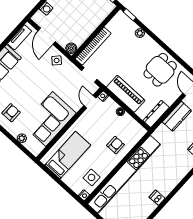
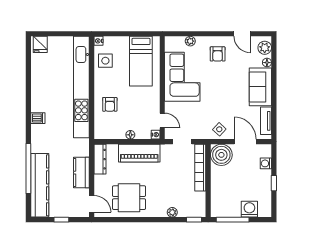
boiler: (71, 48) -> (221, 155), width x1.86, depth x1.86
dining table: (160, 70) -> (129, 198), turned 90
dishwasher: (157, 198) -> (38, 118), moved

